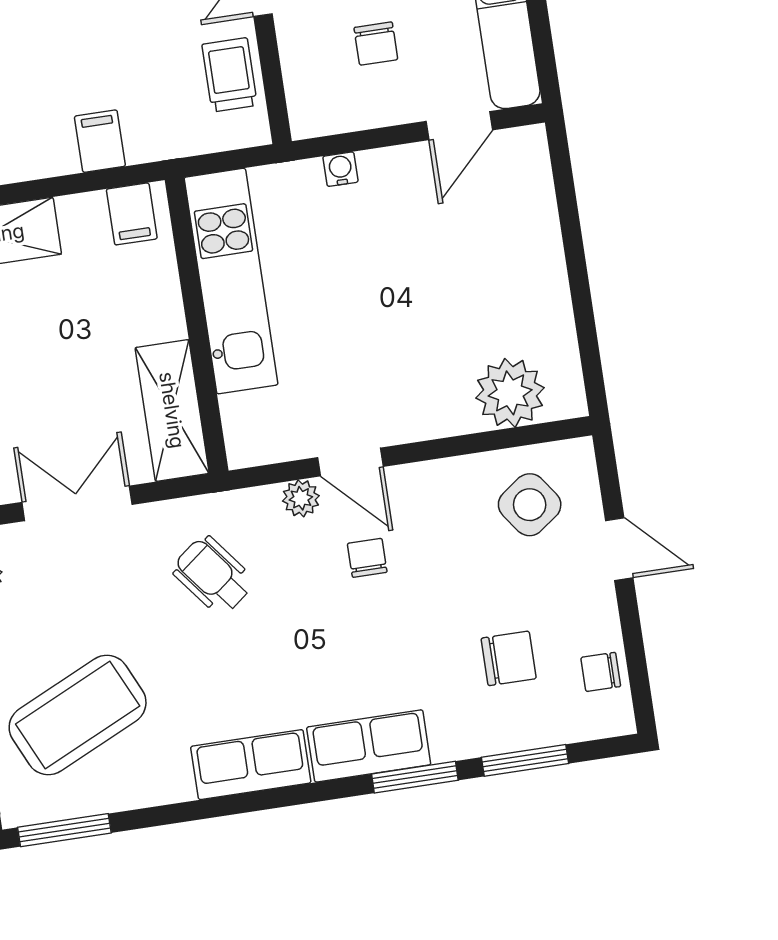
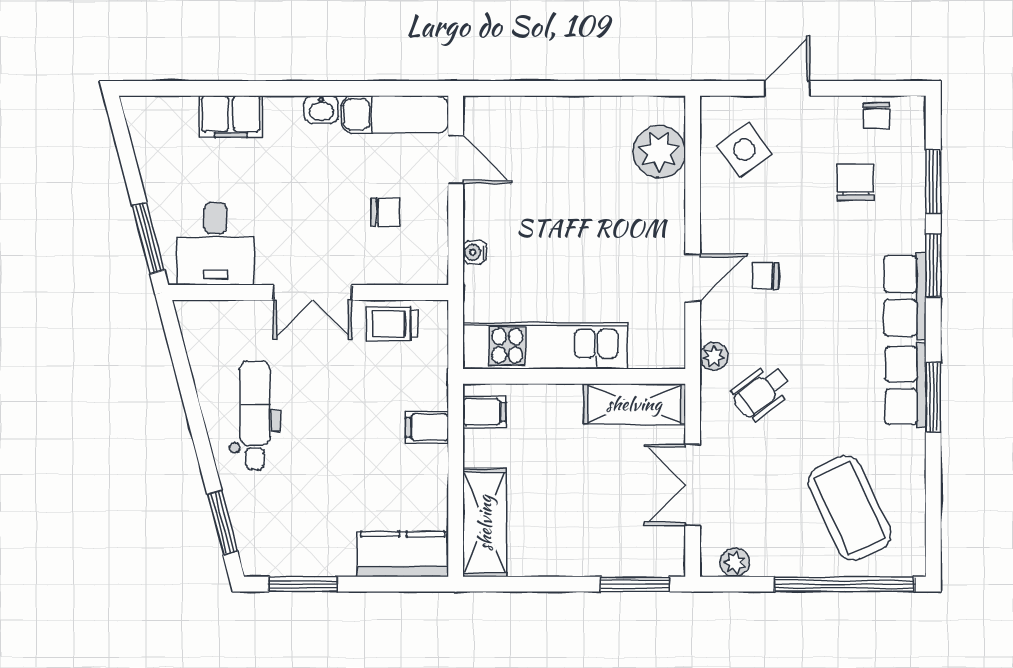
plant: (301, 498) -> (714, 356), moved
window: (64, 830) -> (933, 397), moved

